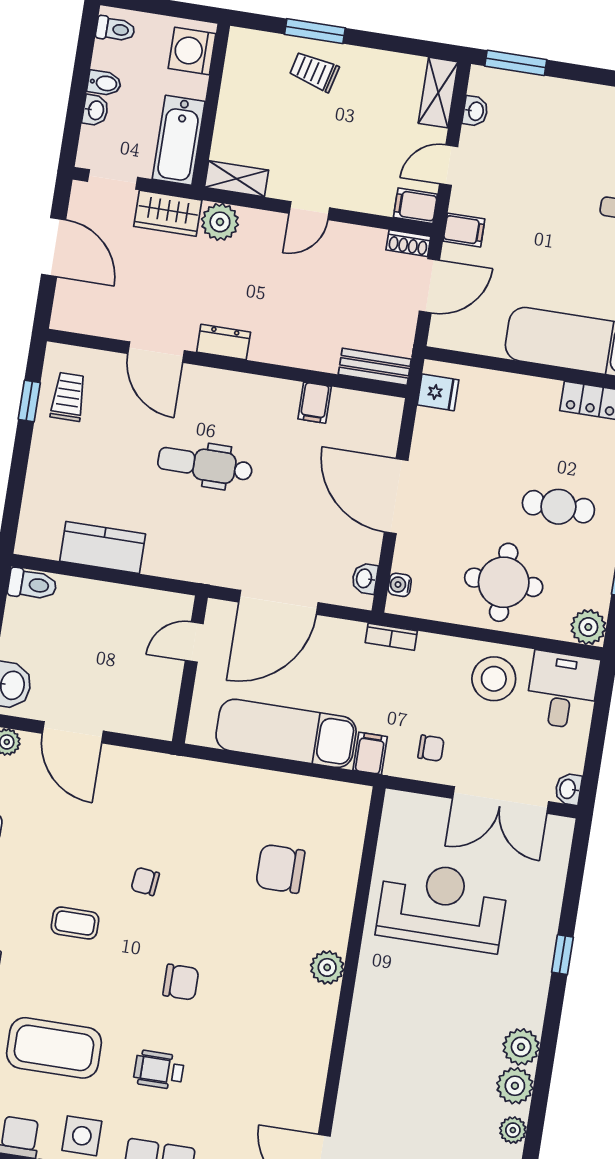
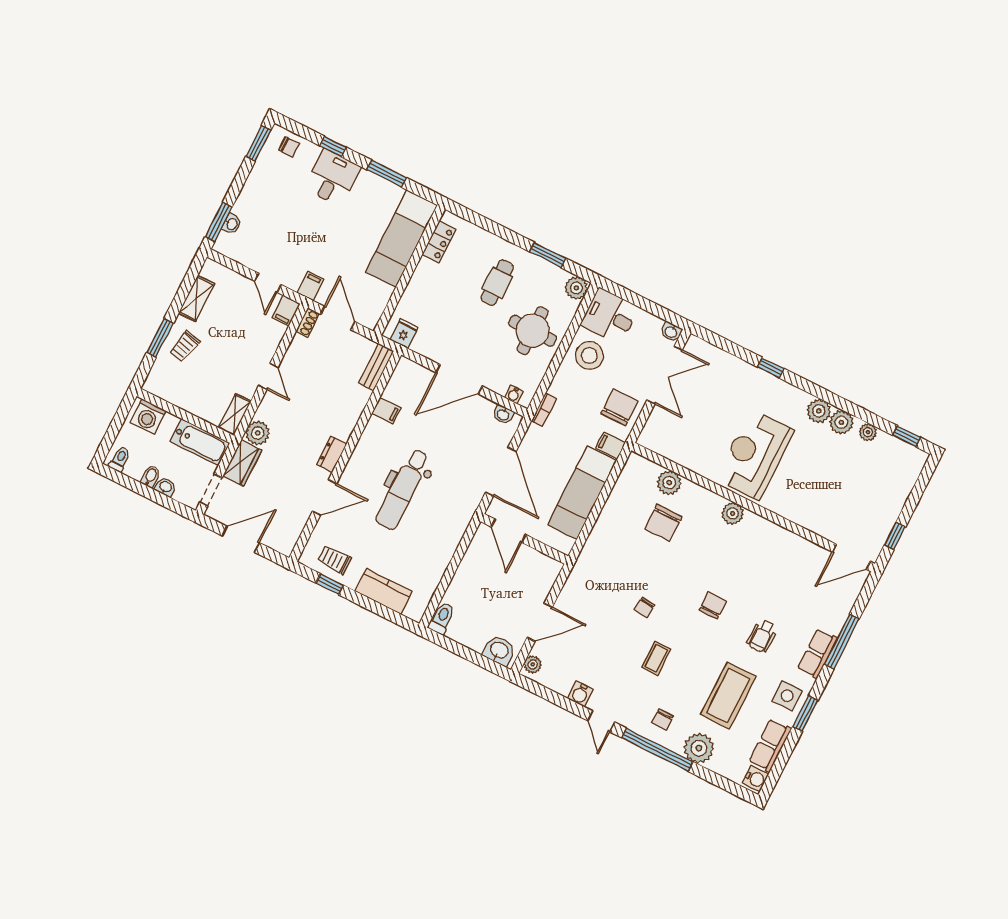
shelving: (438, 93) -> (196, 299), moved, turned 90
washbasin: (475, 111) -> (232, 224), moved, turned 90
dental chair: (205, 465) -> (403, 490), width x1.36, depth x1.38
kitchen counter: (103, 548) -> (384, 591), moved, turned 90
door: (194, 642) -> (508, 531), width x1.38
chair: (431, 748) -> (619, 407), width x1.87, depth x1.87
plant: (343, 858) -> (669, 483), added
reception desk: (442, 906) -> (755, 455), moved

